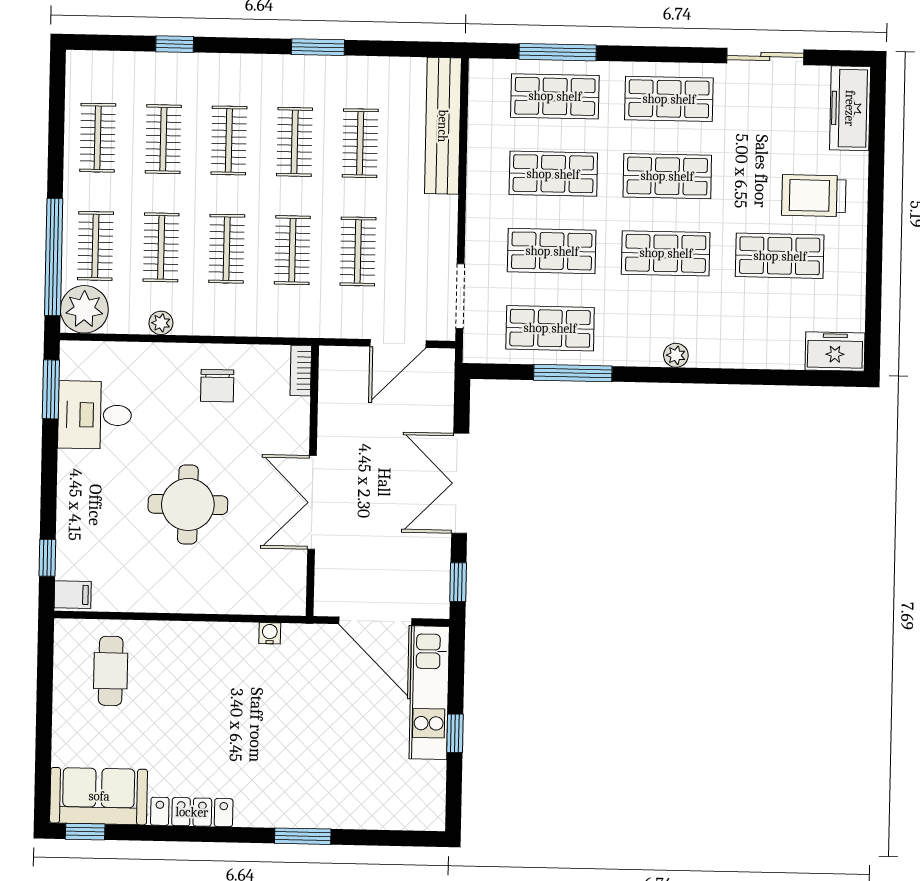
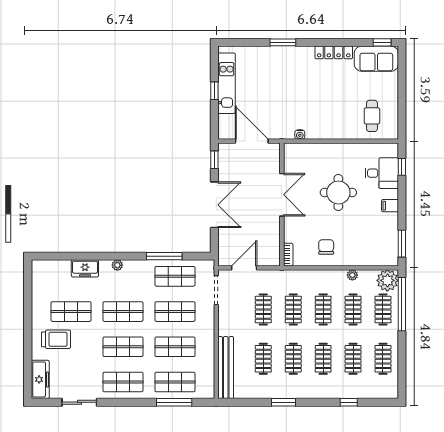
freezer: (835, 352) -> (85, 268), moved
desk: (95, 415) -> (382, 173), moved
filing cabinet: (73, 595) -> (390, 206), moved
kitchen unit: (429, 693) -> (227, 83), moved

